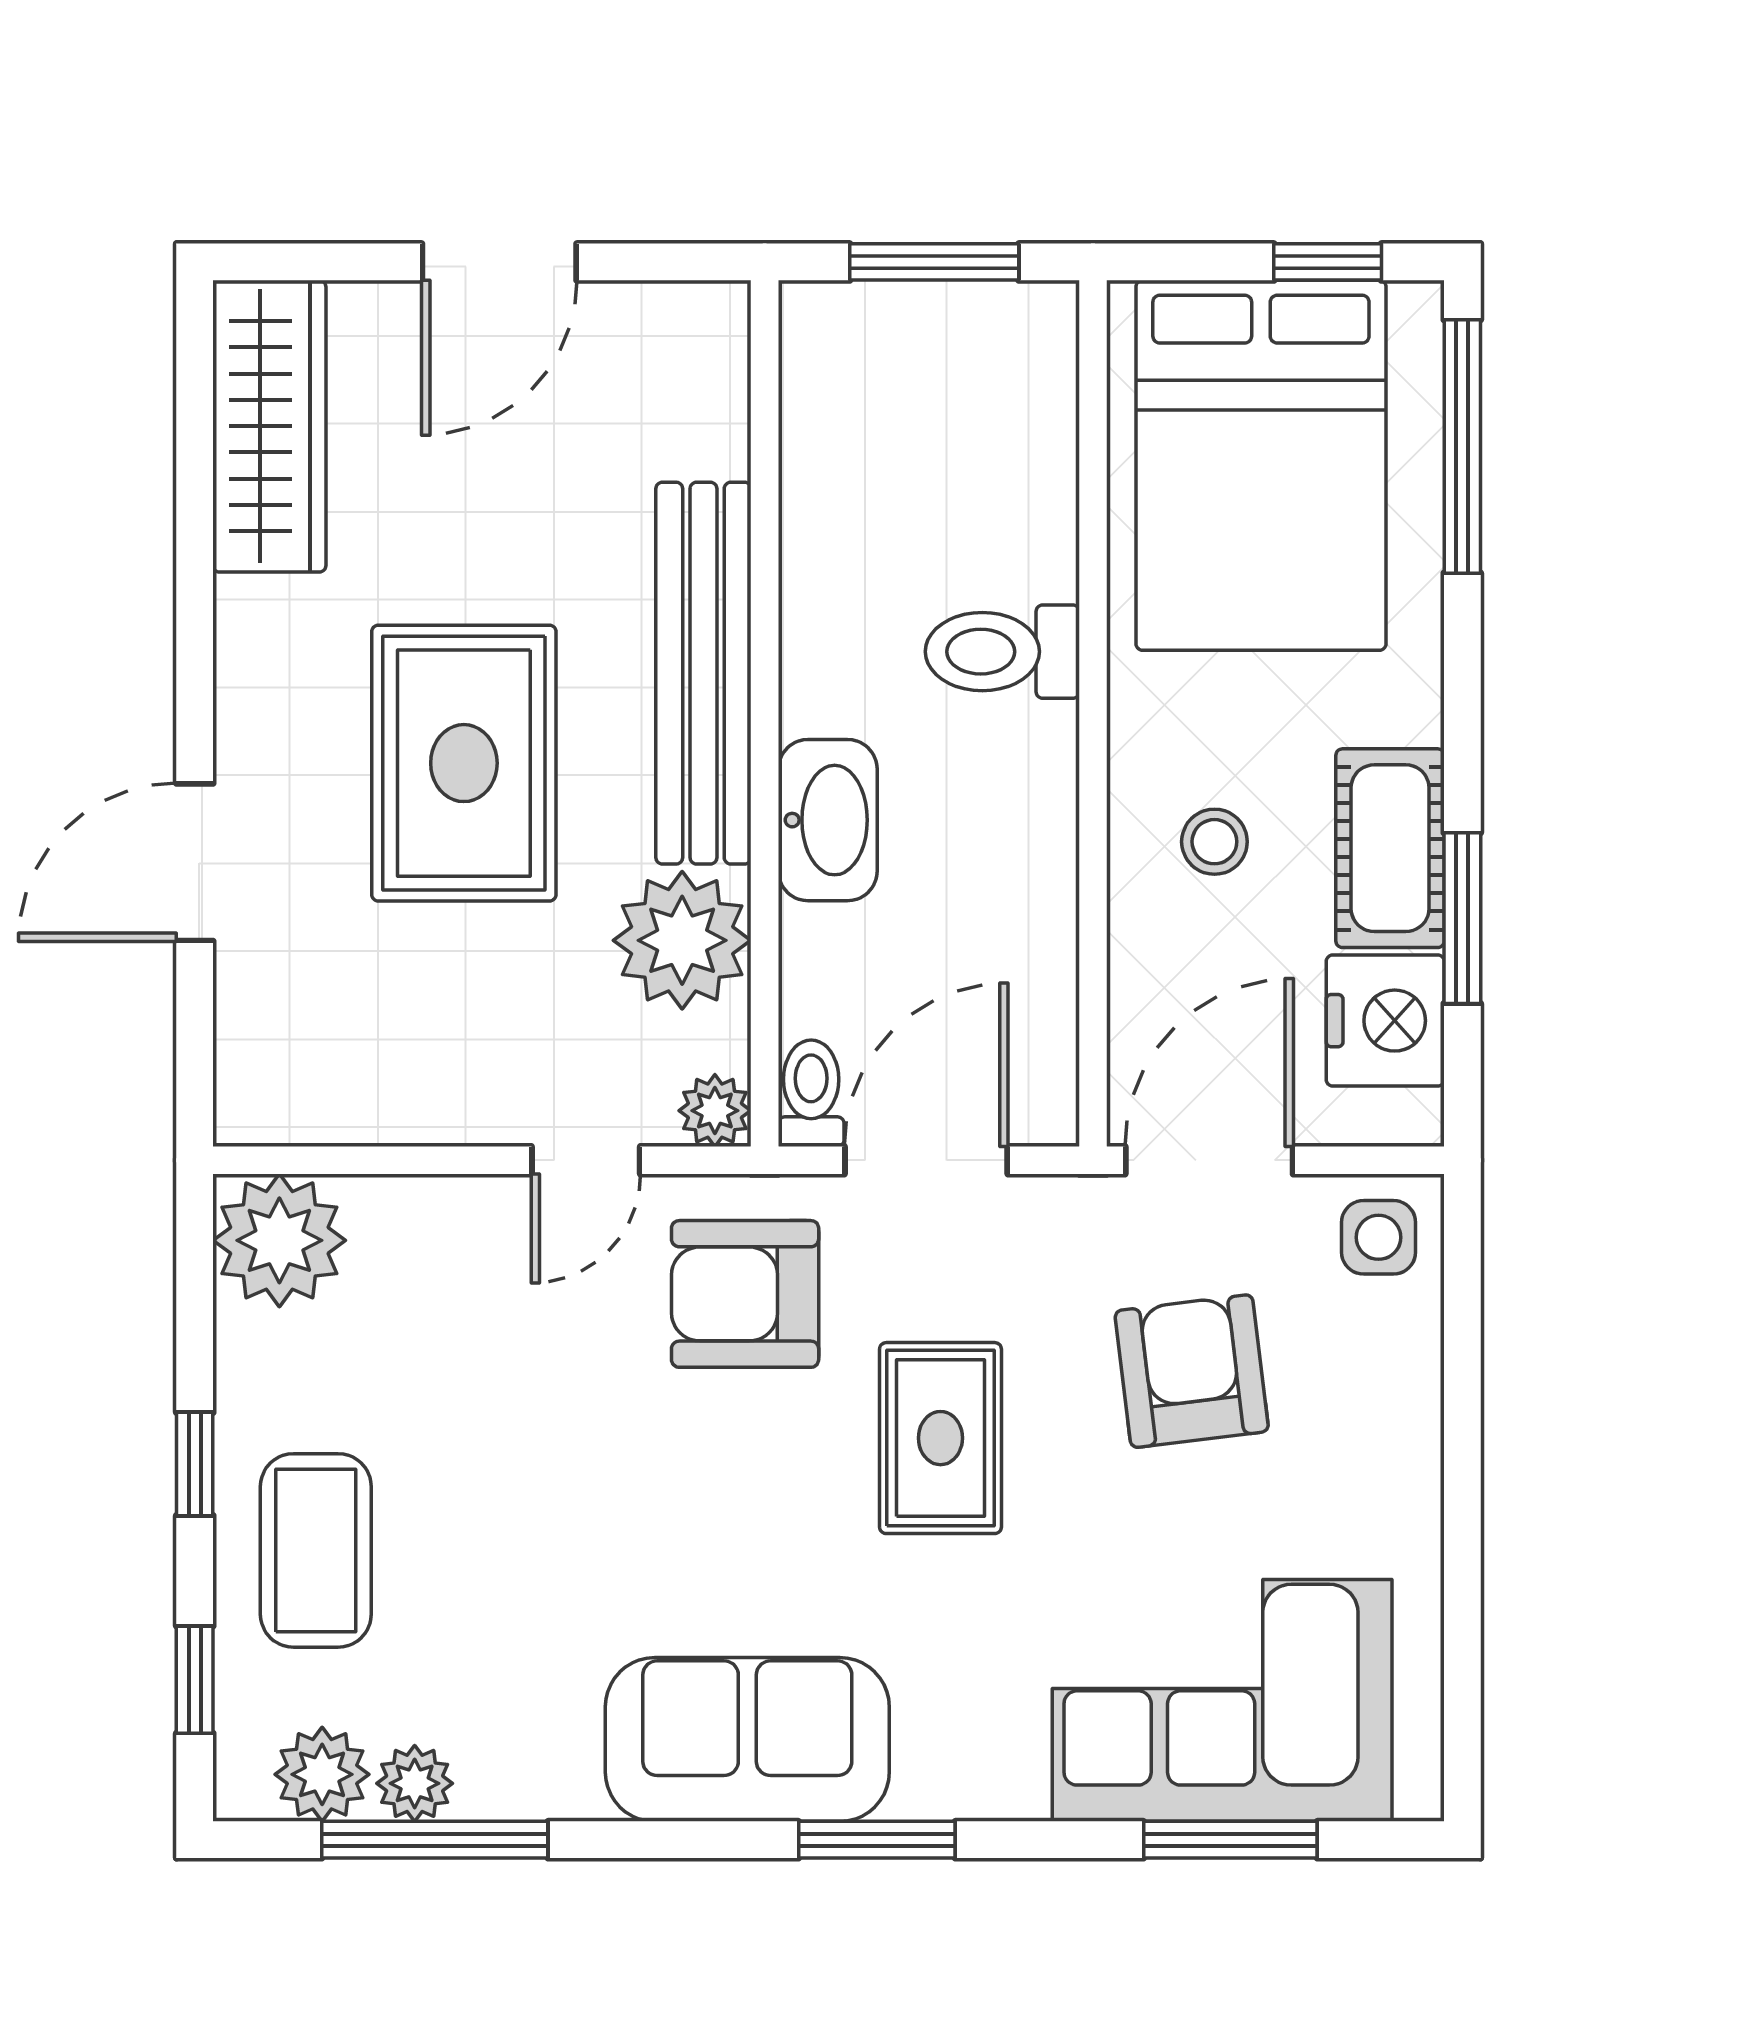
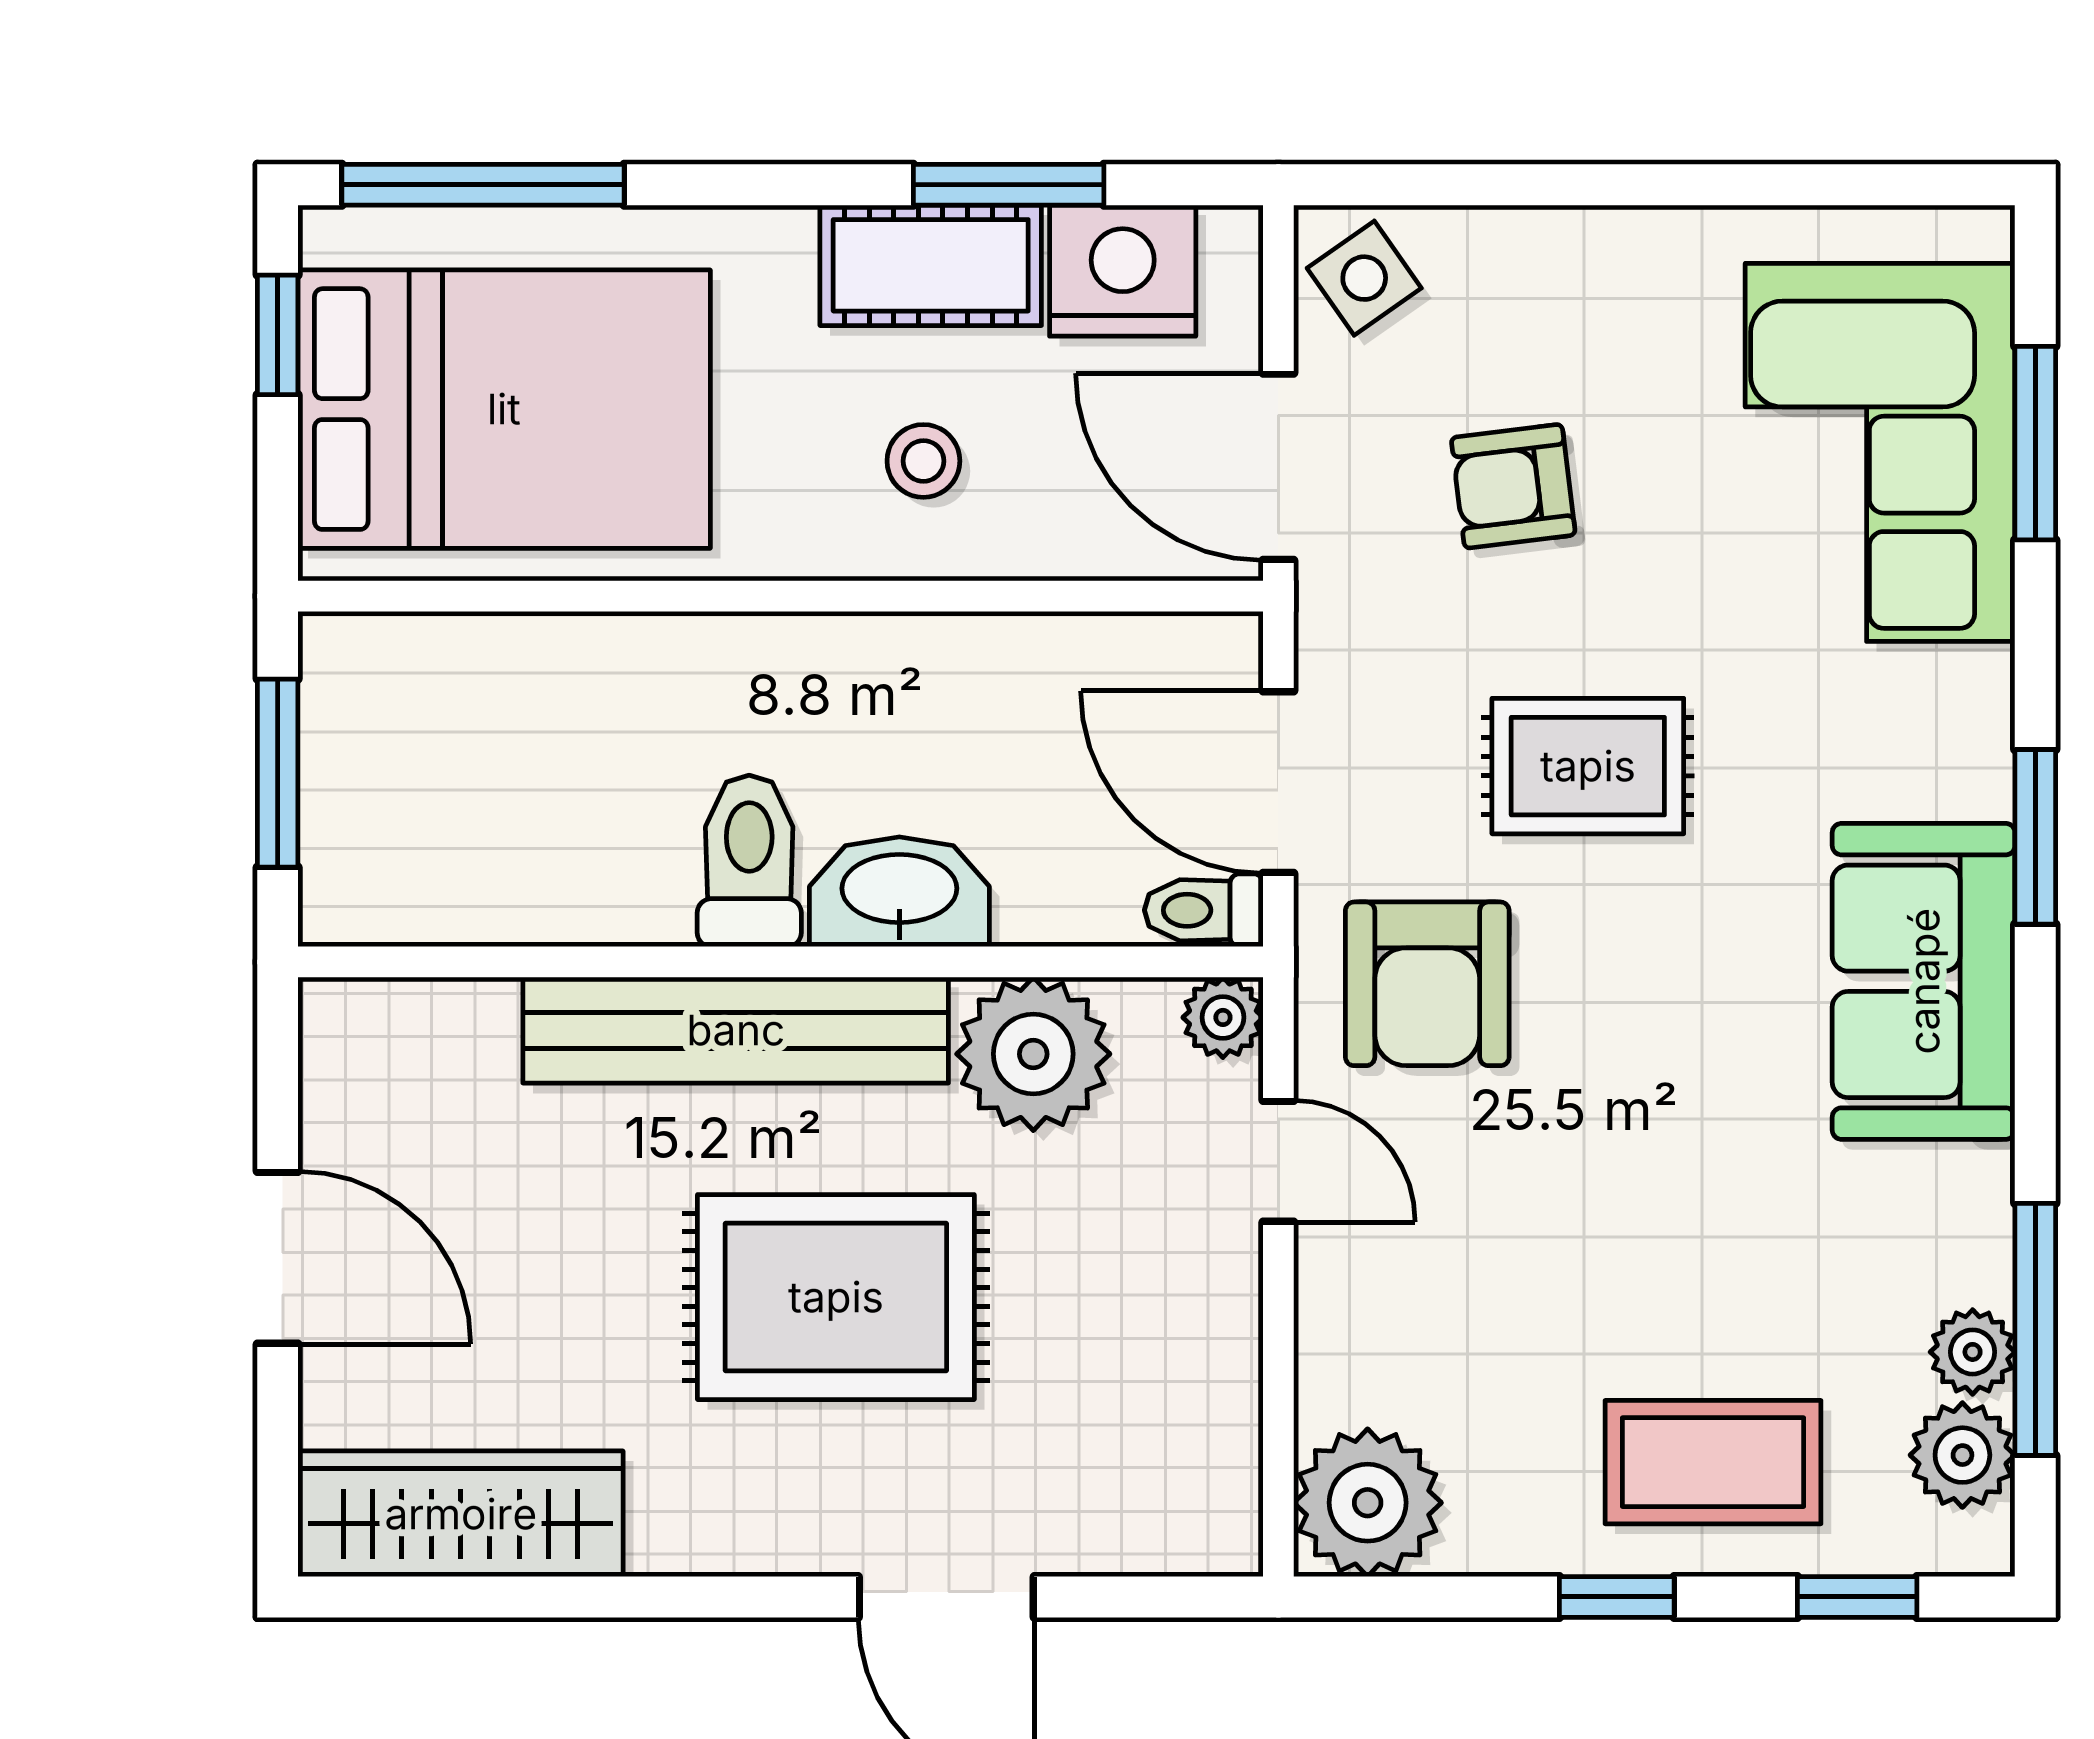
toilet: (1002, 652) -> (749, 861), moved, turned 180
side table: (1379, 1237) -> (1364, 278), turned -35
armchair: (1192, 1371) -> (1513, 486), width x0.72, depth x0.72

